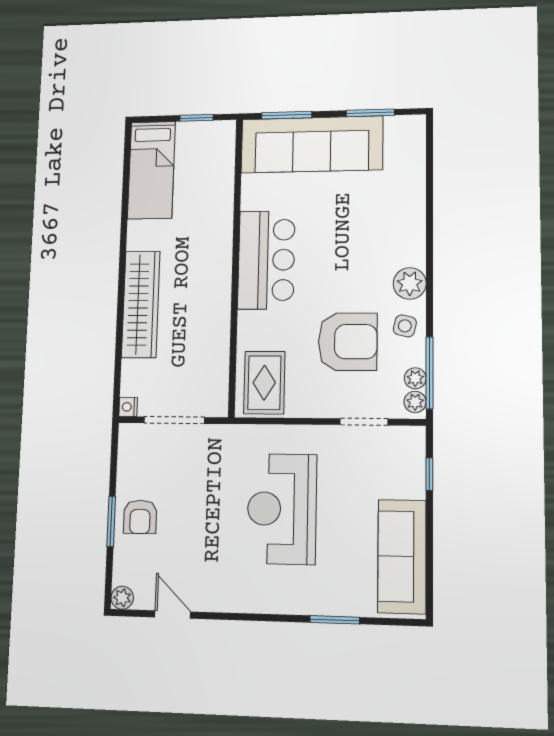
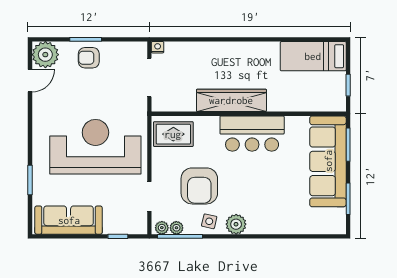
wardrobe: (141, 304) -> (231, 100), moved, turned 180
reception desk: (282, 509) -> (95, 147), width x1.36, depth x1.30
plant: (122, 598) -> (45, 55), width x1.87, depth x1.87

